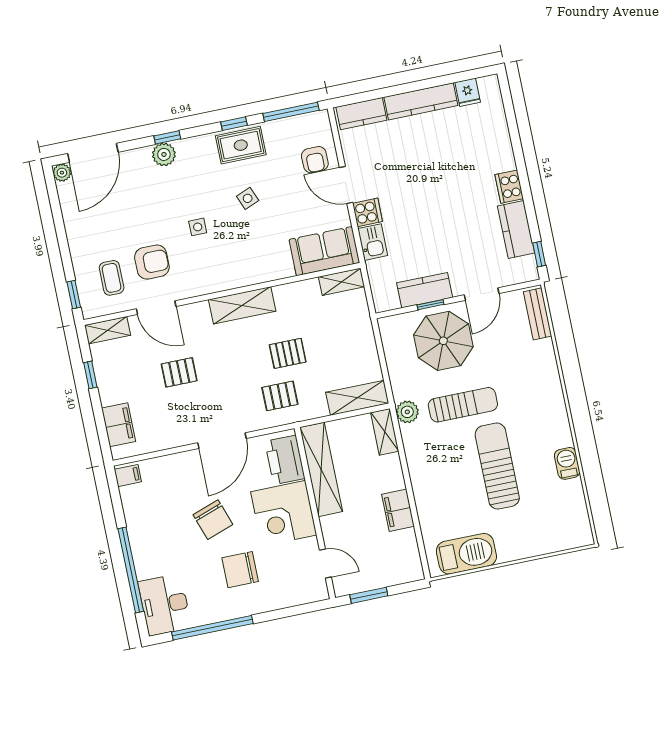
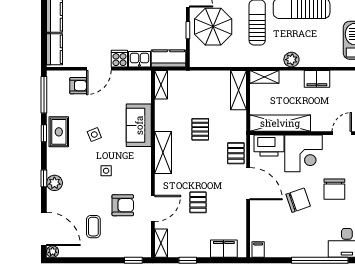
sofa: (324, 251) -> (139, 125), moved
armchair: (152, 262) -> (123, 205), turned 90
coffee table: (112, 278) -> (93, 227), moved, turned 90
kitchen counter: (425, 290) -> (169, 58), moved, turned 90
pallet: (280, 396) -> (236, 153), moved
plant: (407, 412) -> (291, 60), moved

